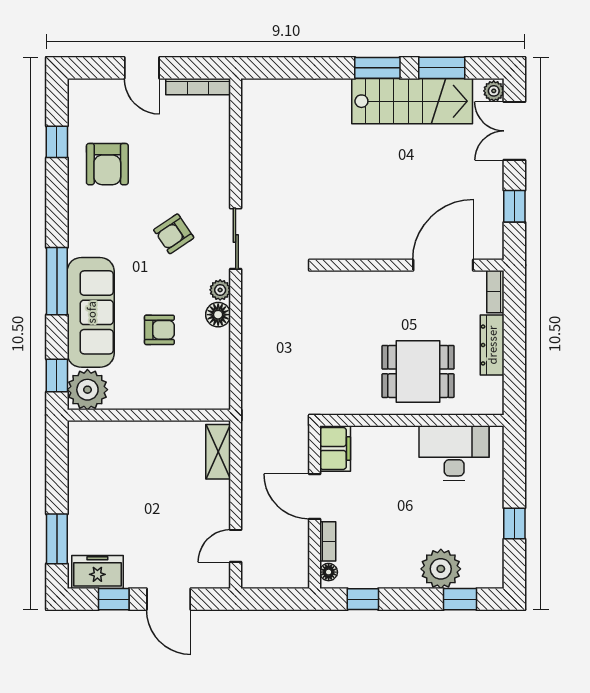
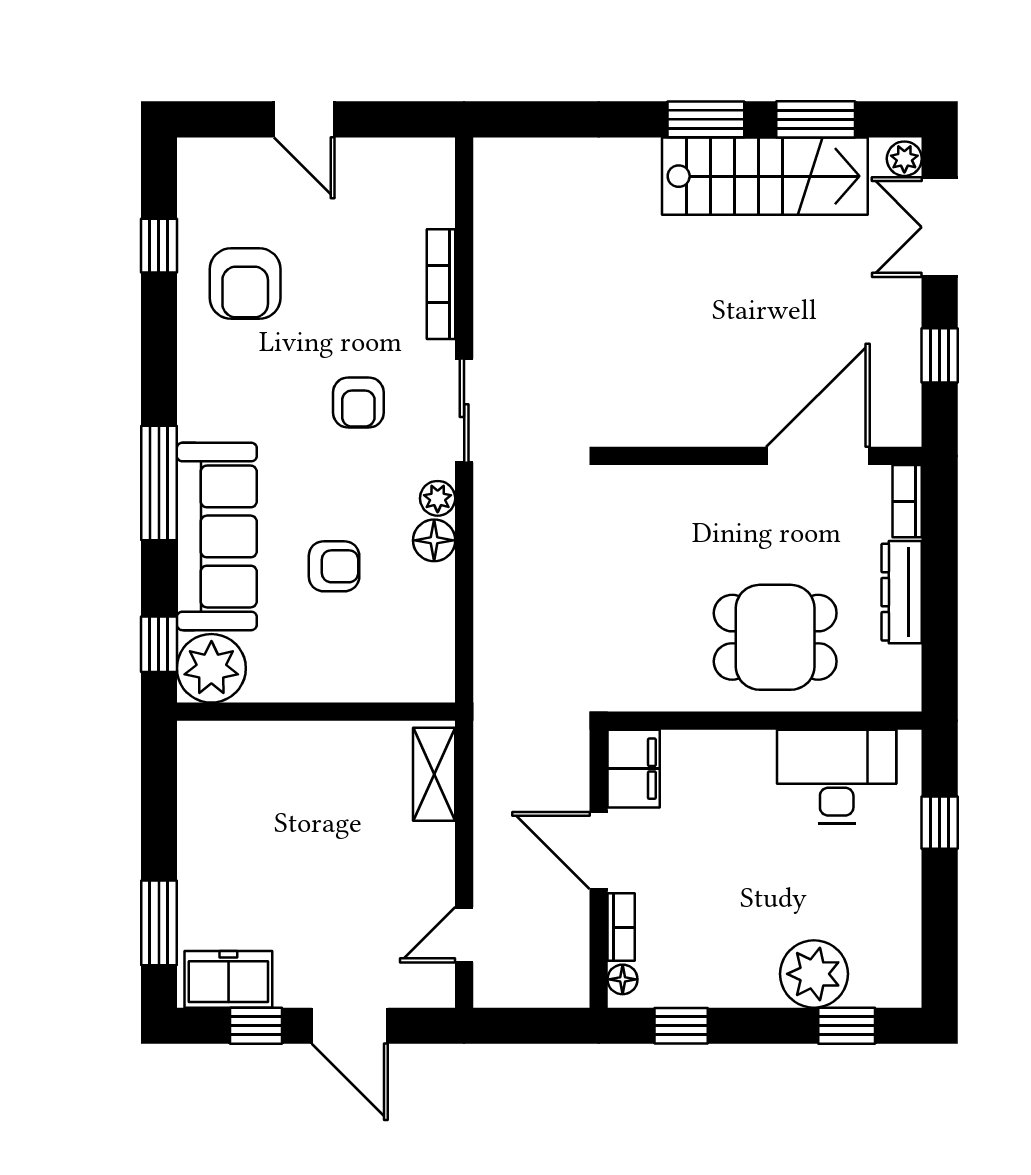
bookcase: (198, 87) -> (441, 284), moved, turned 90
armchair: (174, 234) -> (358, 403), turned -56
window: (514, 523) -> (940, 823), moved

